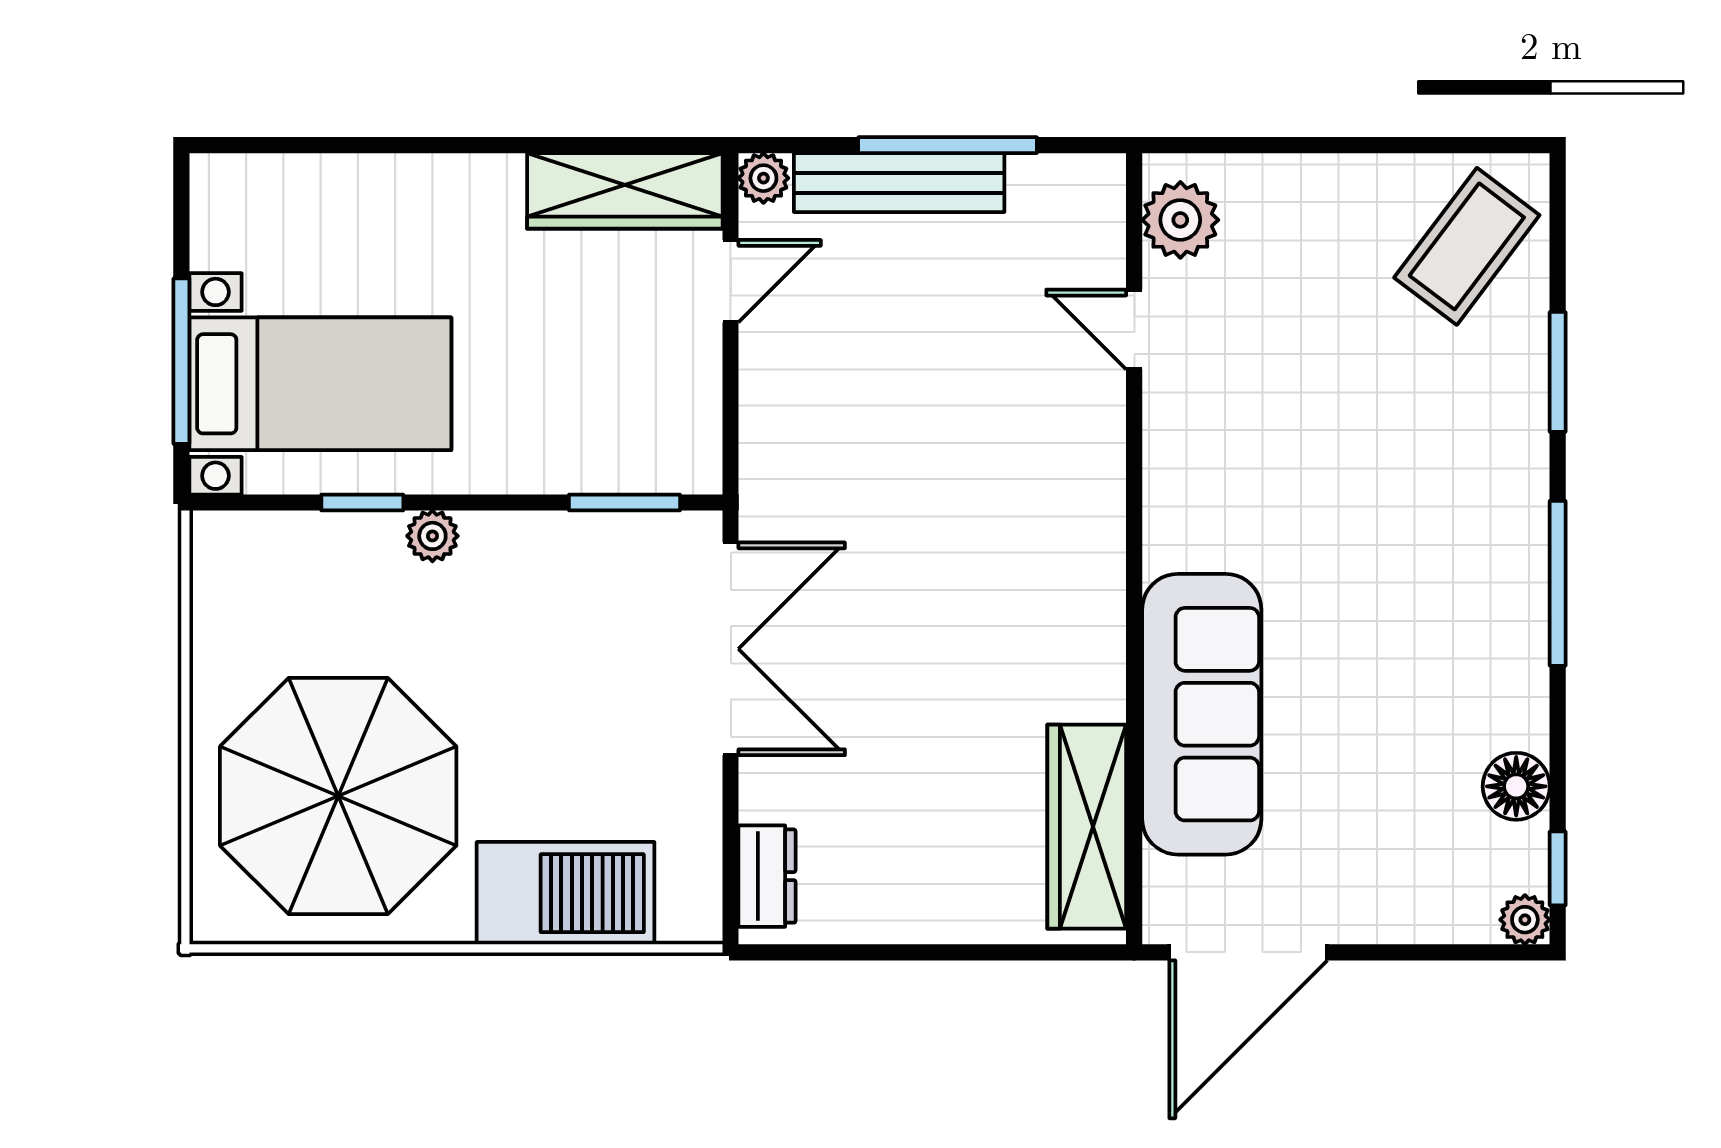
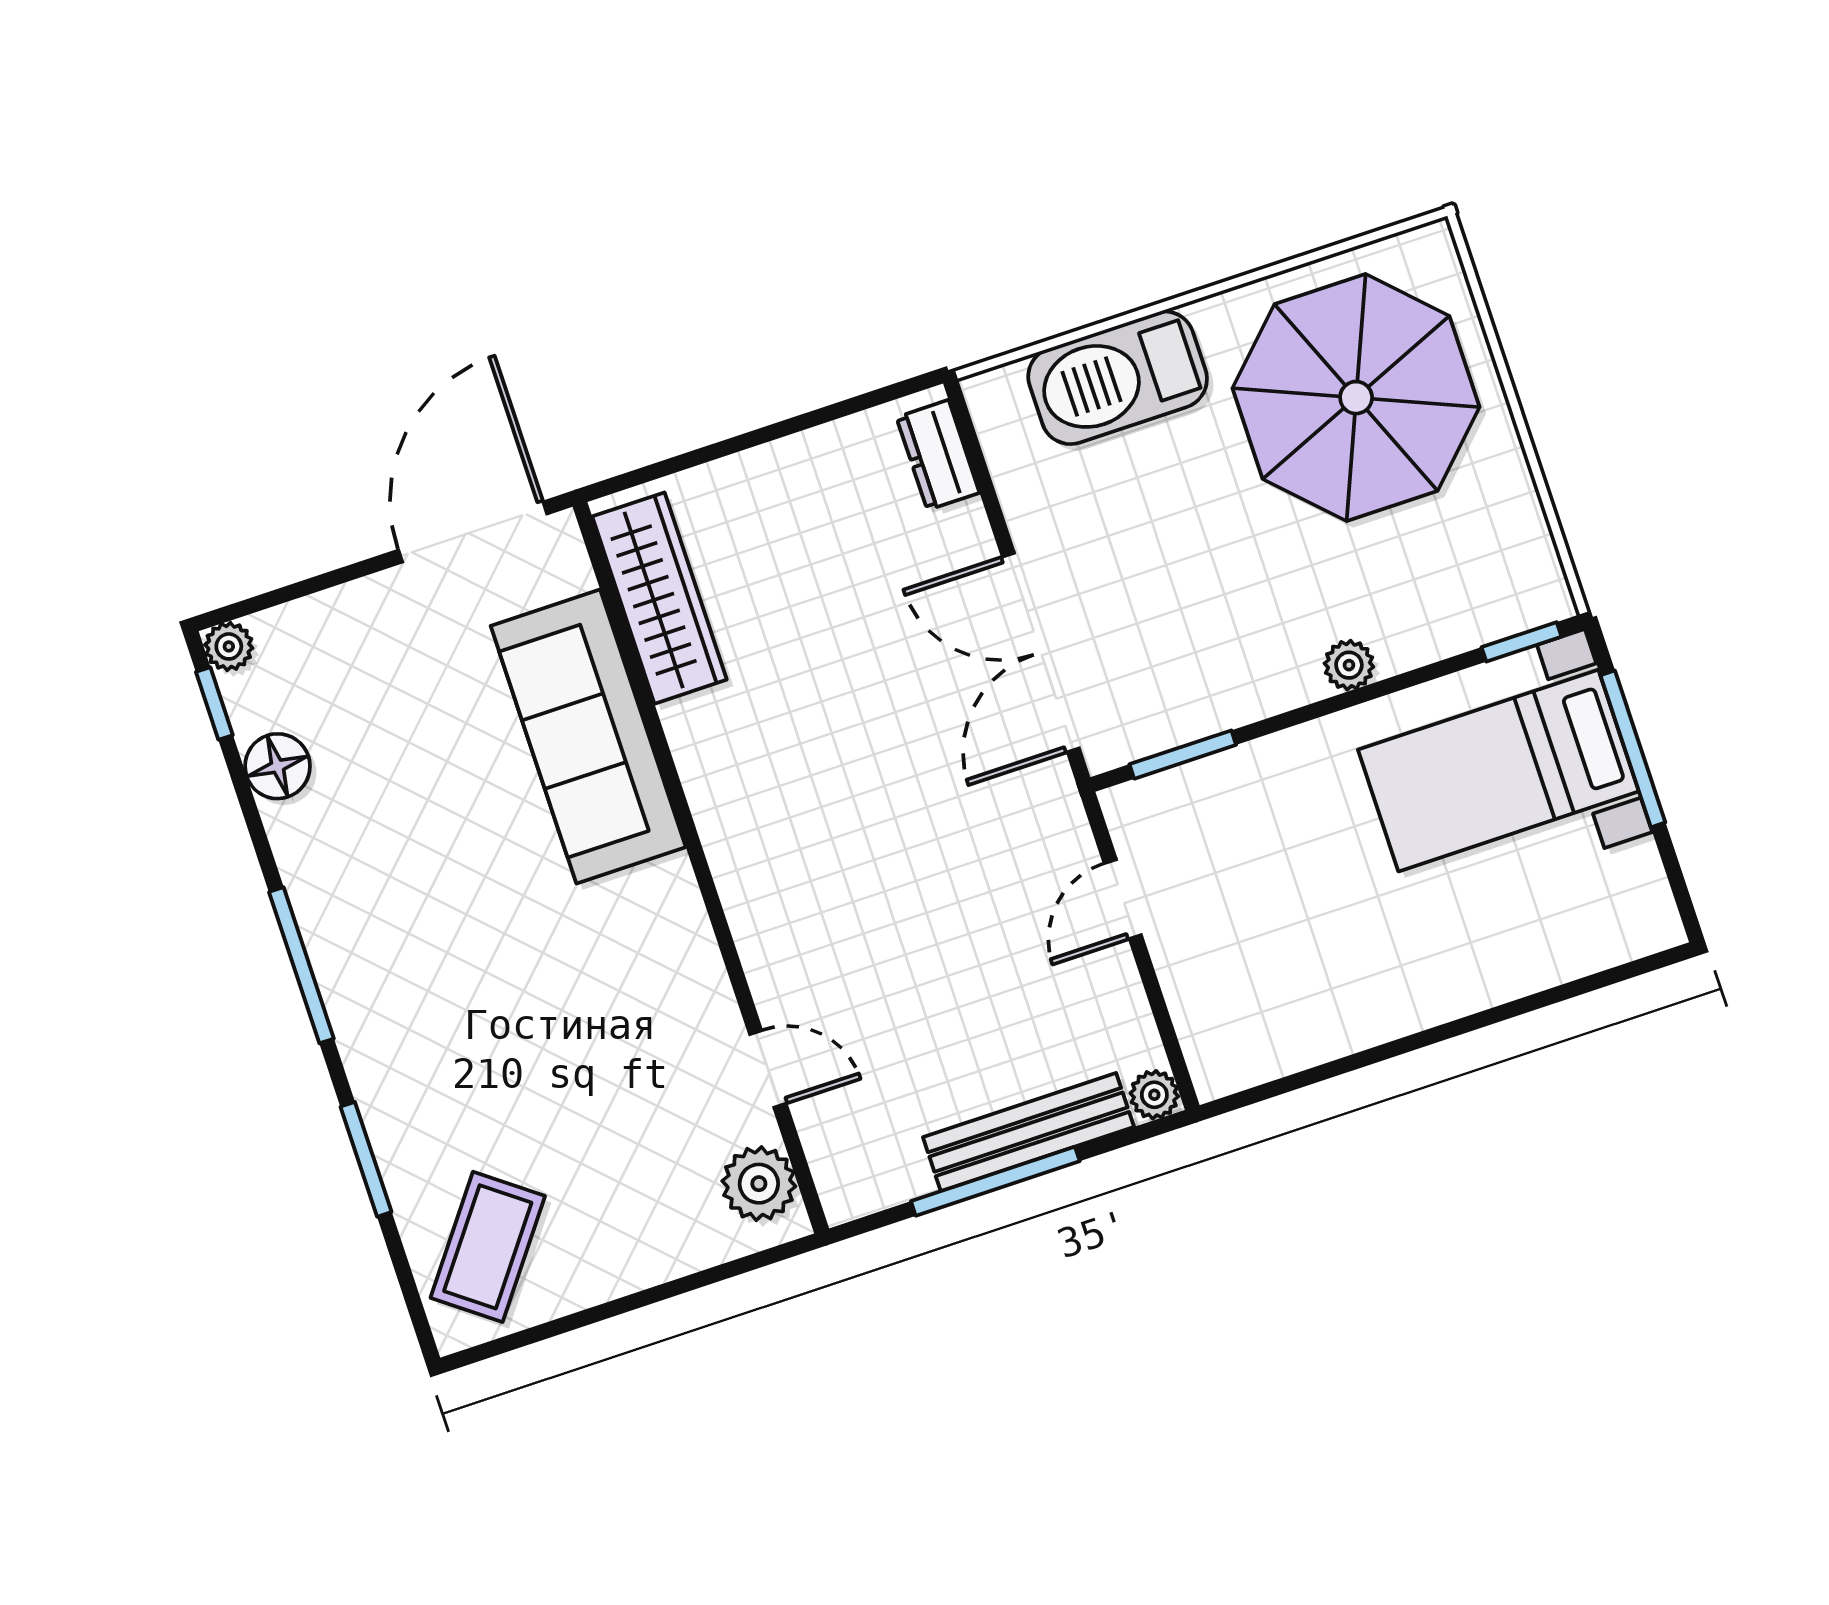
wardrobe: (625, 191) -> (1278, 1041), removed
door: (731, 281) -> (1123, 899), moved
window: (362, 502) -> (1521, 642), moved

